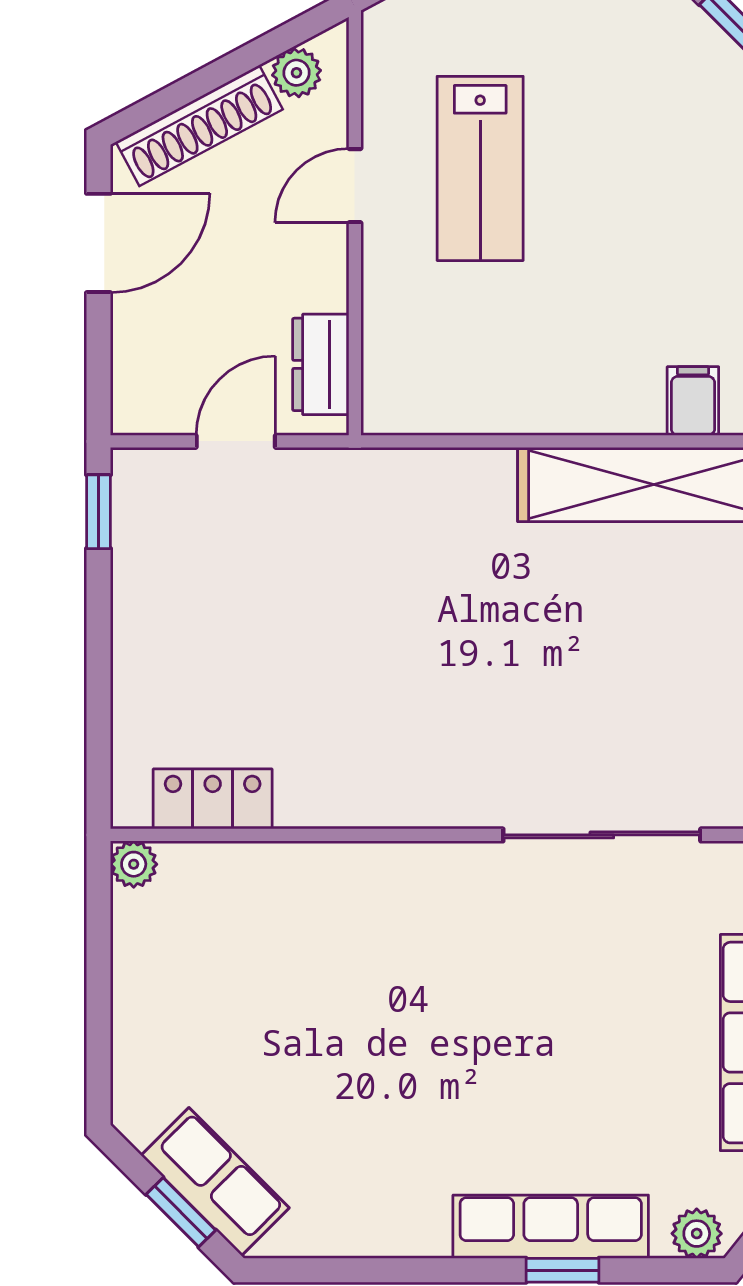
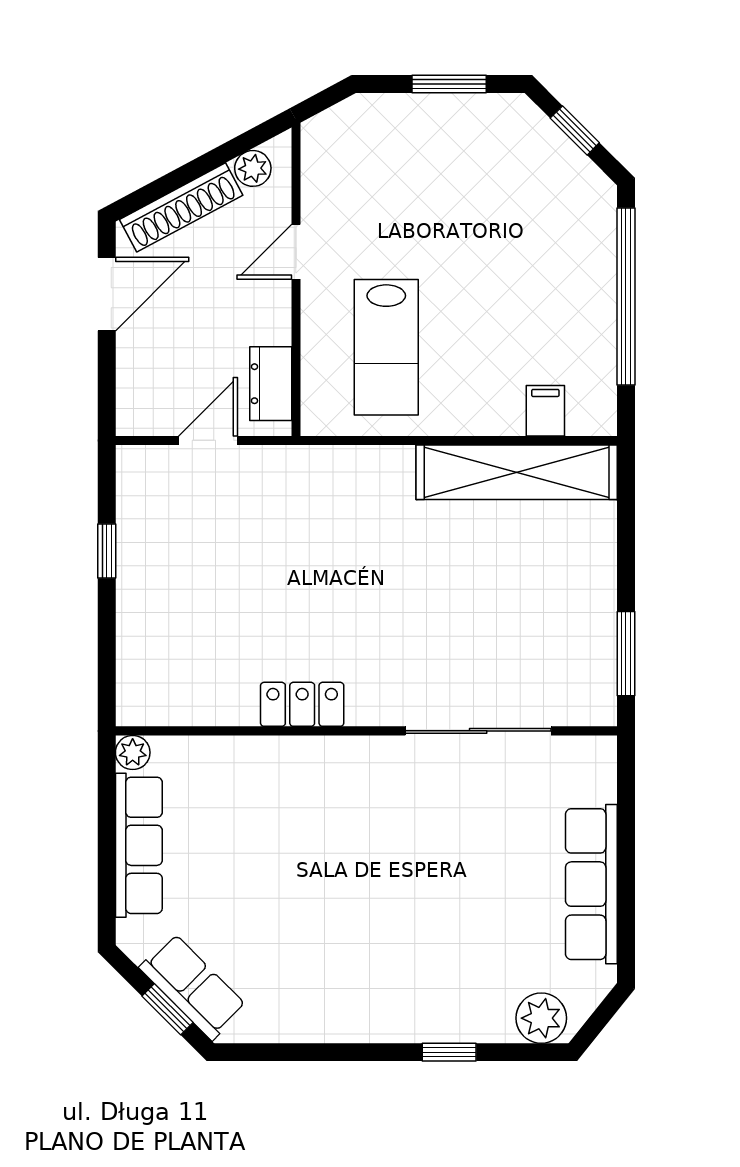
lab bench: (480, 168) -> (386, 347), moved
window: (98, 512) -> (107, 551), moved
locker: (213, 799) -> (302, 704), moved
row of seats: (551, 1227) -> (139, 845), moved, turned 90
plant: (697, 1234) -> (541, 1018), width x1.38, depth x1.38

